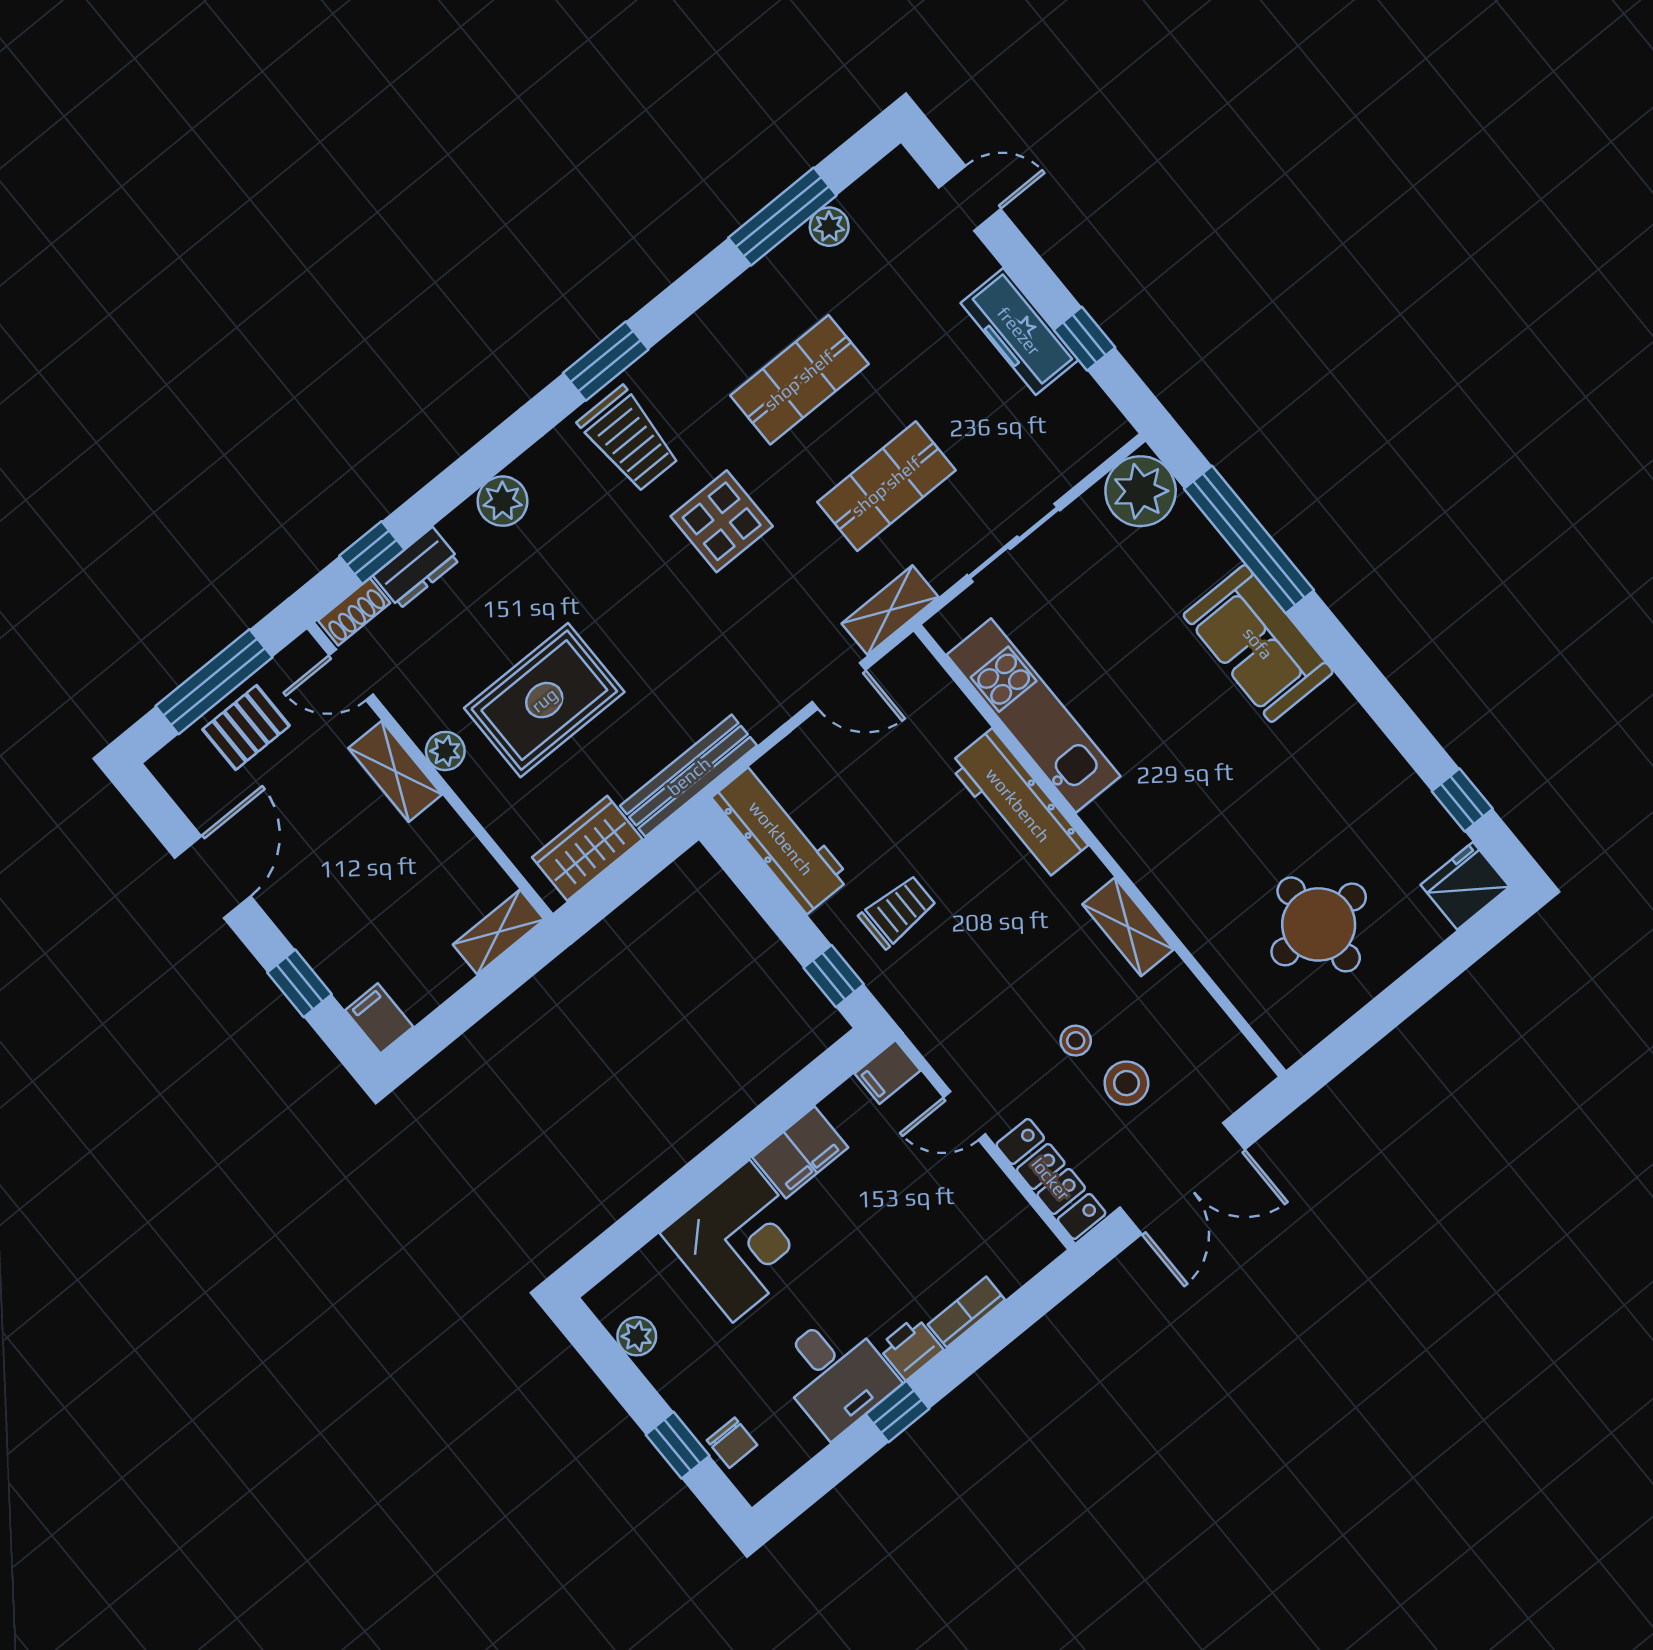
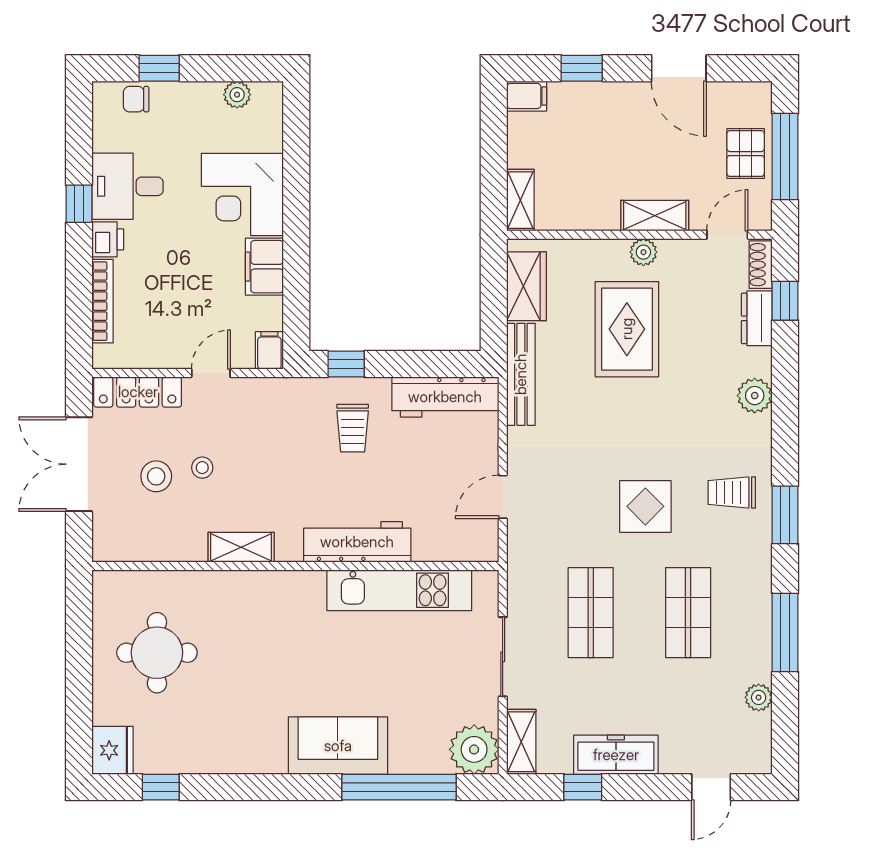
window: (782, 217) -> (785, 633), moved
trolley: (629, 439) -> (732, 493), width x0.73, depth x0.72
shelving: (890, 610) -> (521, 742), moved
bookcase: (966, 1312) -> (103, 301), width x1.56

